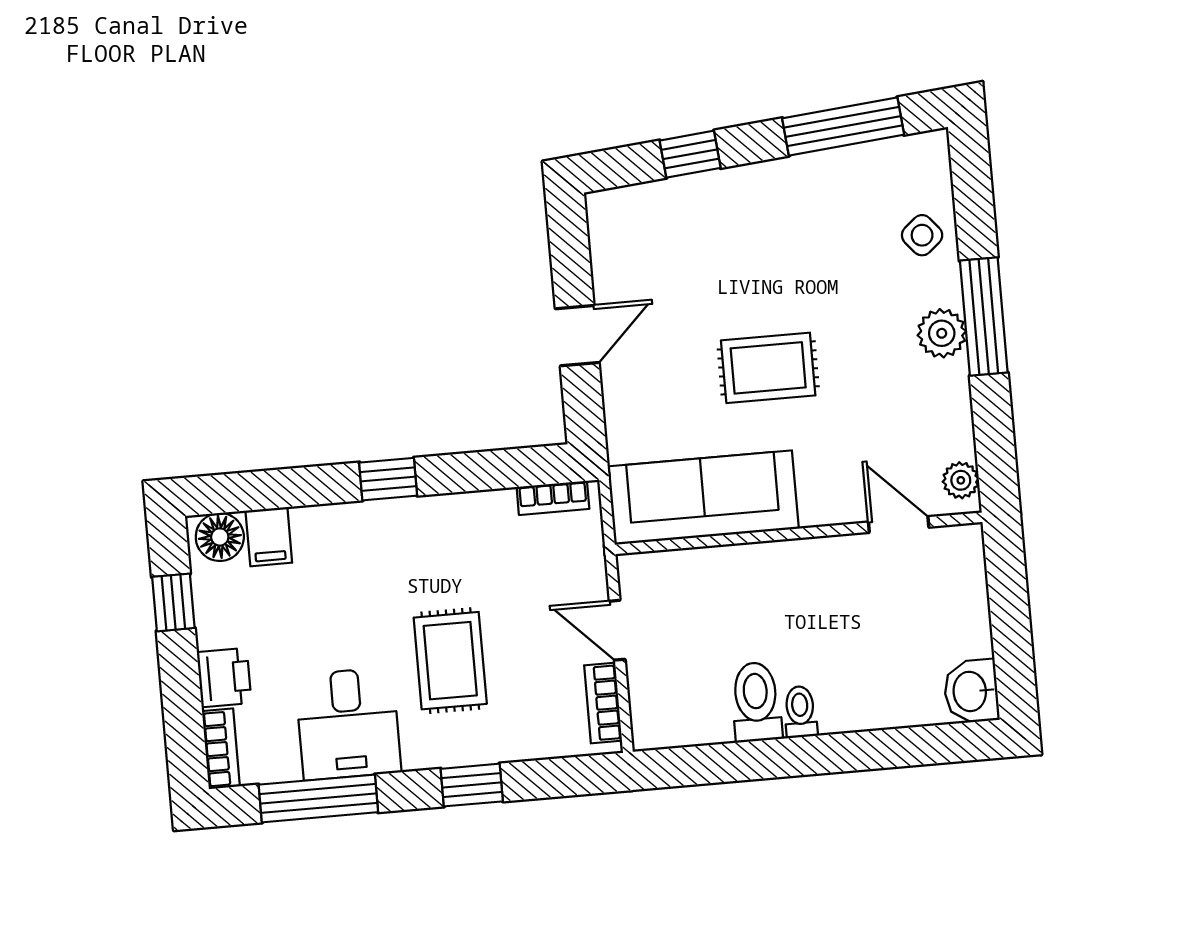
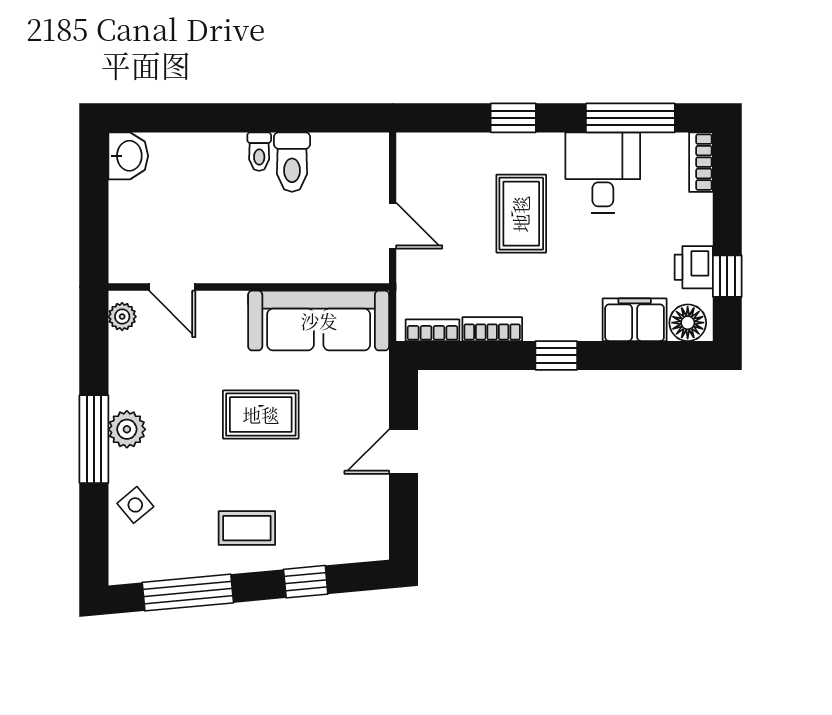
coffee table: (773, 218) -> (247, 528), added
filing cabinet: (269, 537) -> (635, 320), width x2.00
printer: (224, 677) -> (694, 267), moved
bookcase: (603, 703) -> (492, 329), moved, turned -90

